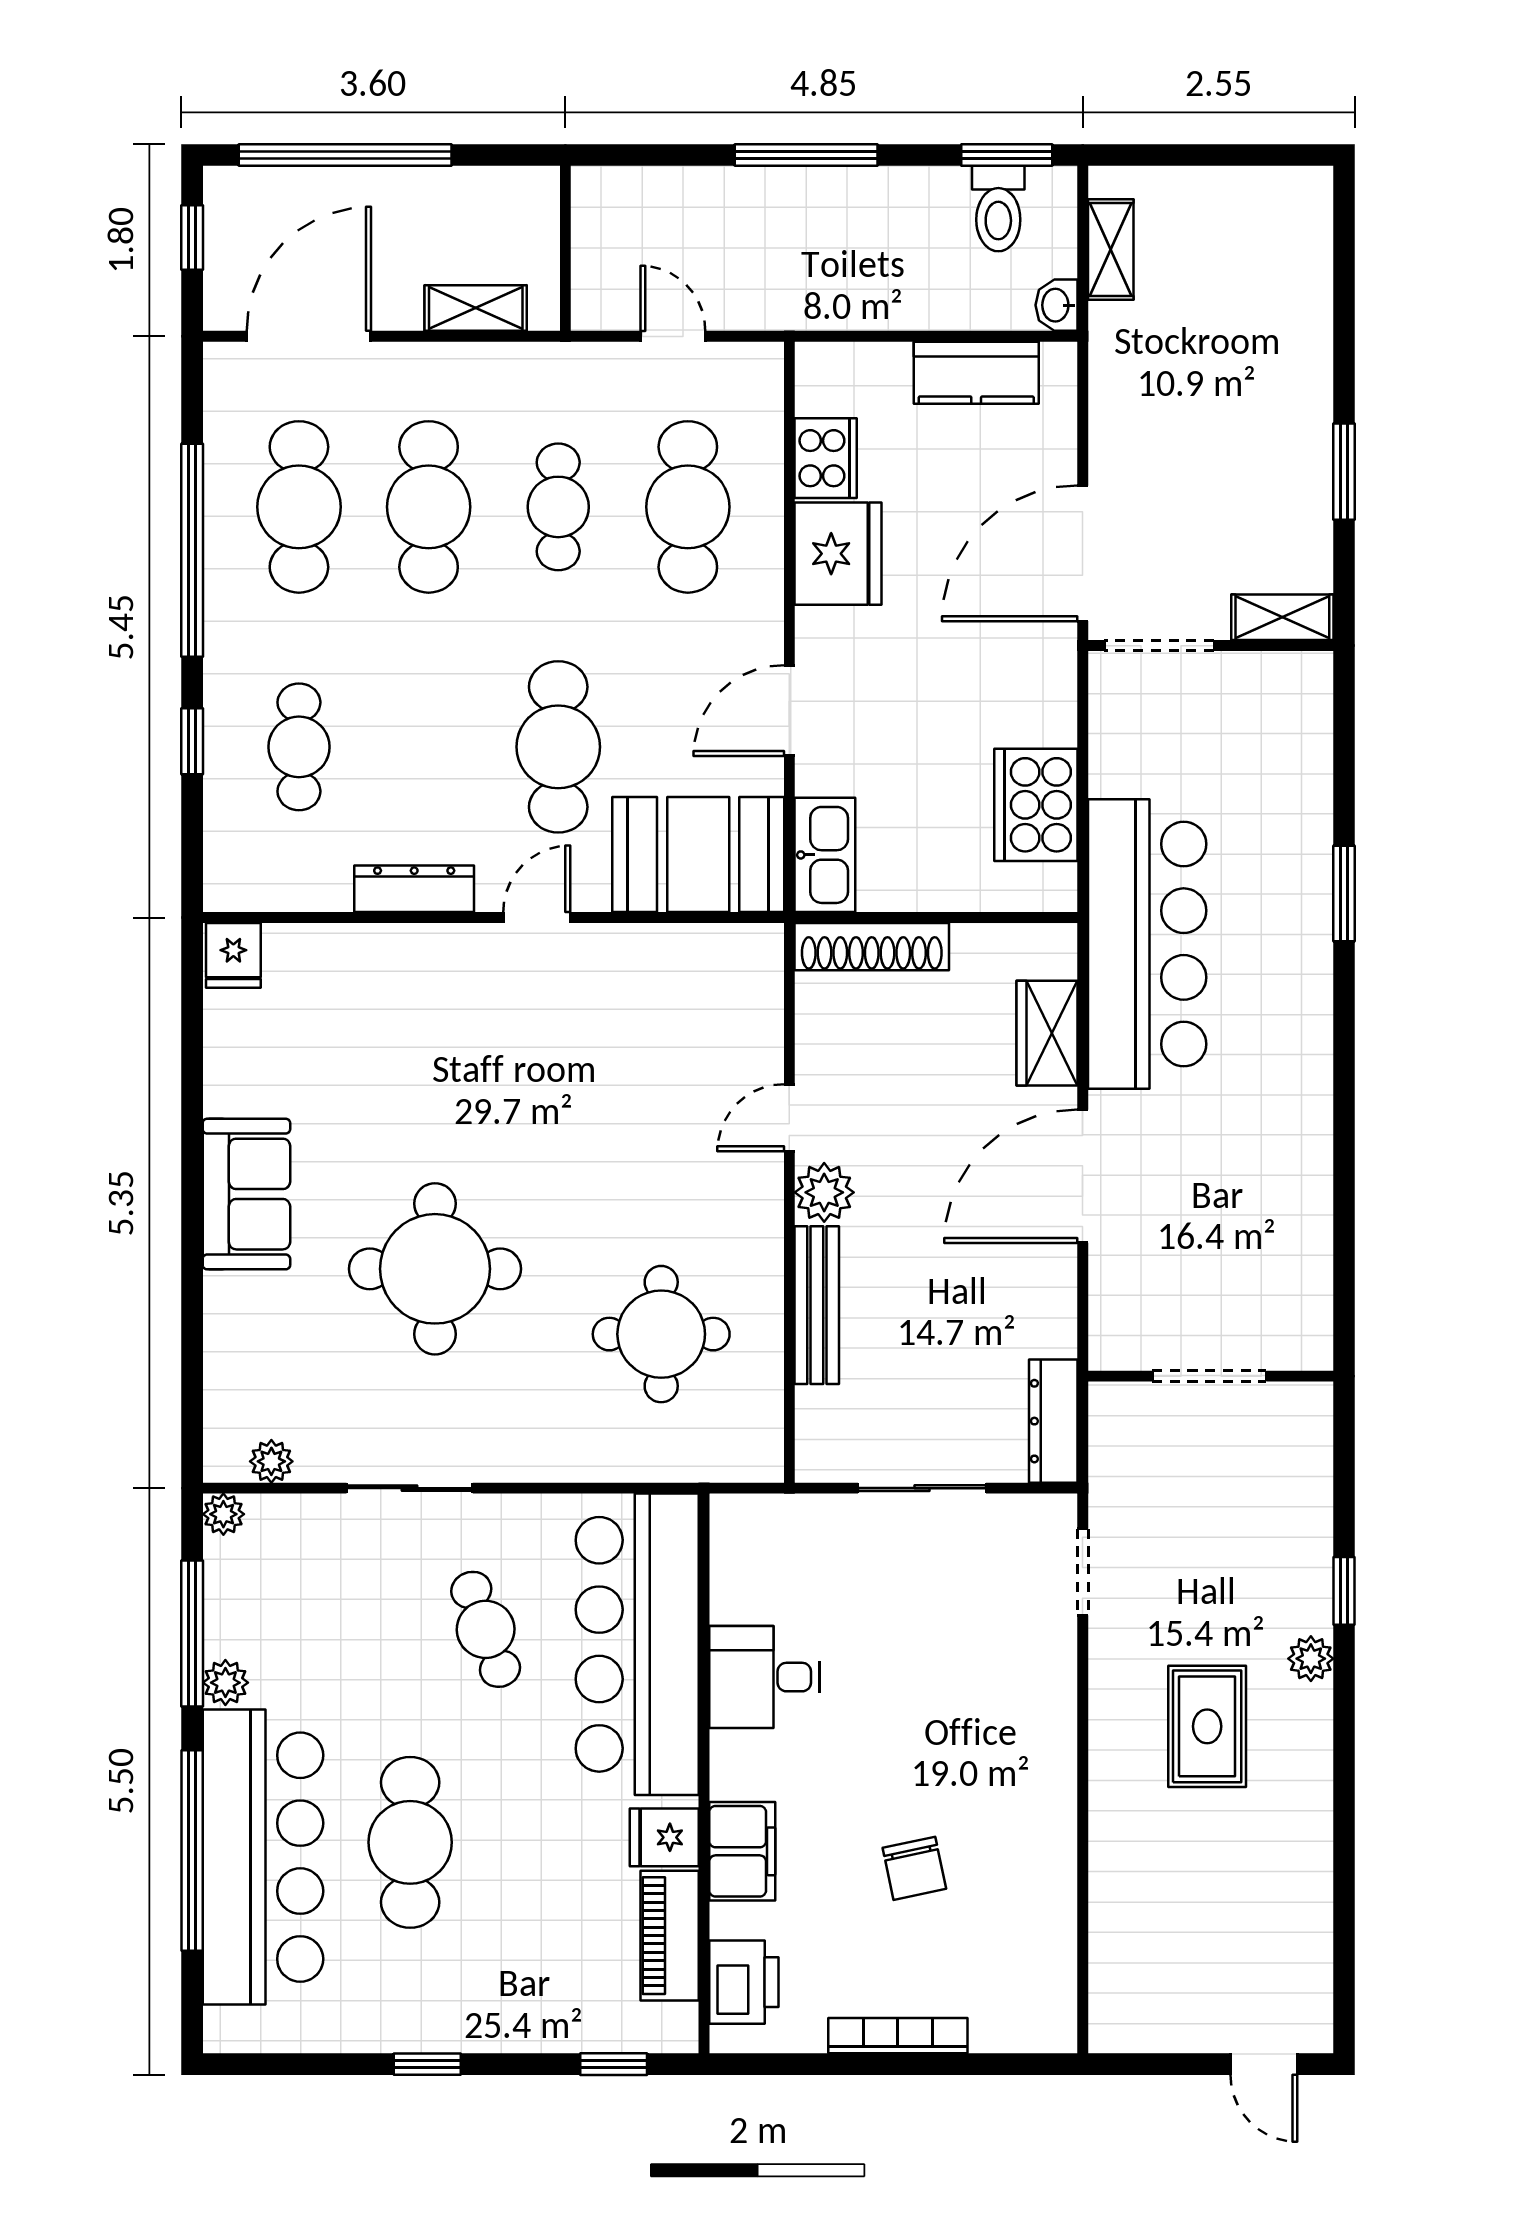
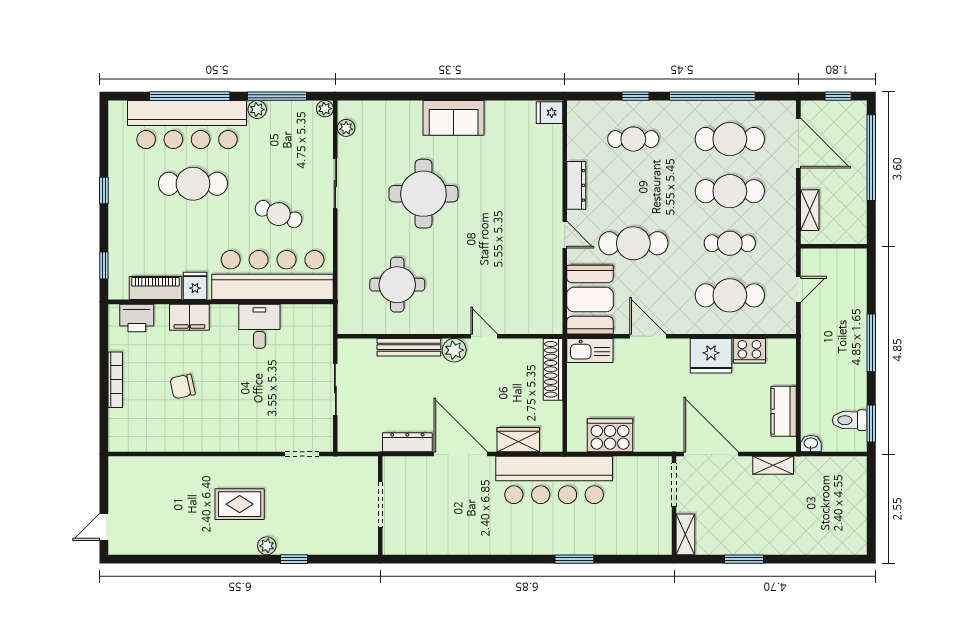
shelving: (1111, 250) -> (773, 465), moved
dresser: (1053, 1421) -> (407, 442), moved
cafe table: (486, 1629) -> (279, 214), turned 40

